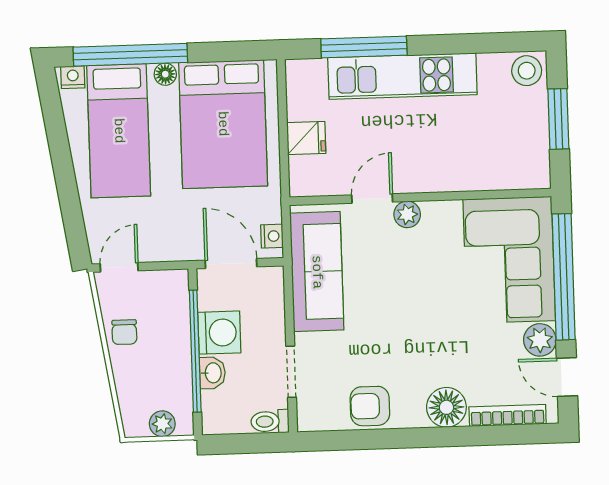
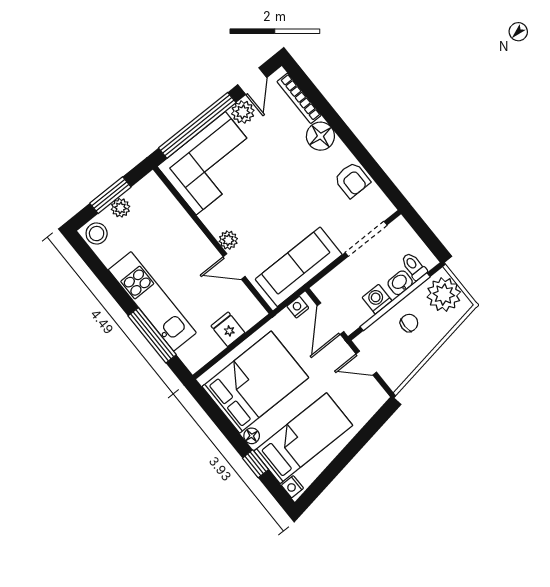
window: (130, 55) -> (255, 464), width x0.32
plant: (535, 120) -> (120, 208), added
door: (119, 267) -> (366, 363), moved
chair: (124, 332) -> (409, 323), moved
washing machine: (219, 333) -> (377, 299), width x0.73, depth x0.73
doorway: (291, 372) -> (366, 239), width x1.38
toilet: (270, 421) -> (414, 266), moved, turned 180
plant: (162, 424) -> (444, 295), width x1.88, depth x1.88

